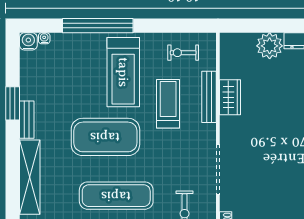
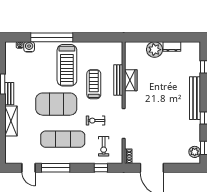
water cooler: (28, 41) -> (29, 47), moved
exercise bike: (183, 53) -> (96, 121), moved
shelving: (30, 177) -> (11, 121), width x0.68

